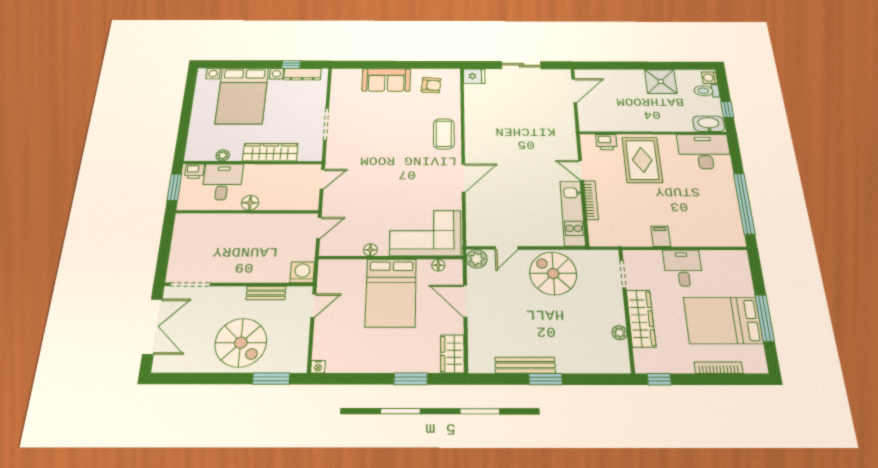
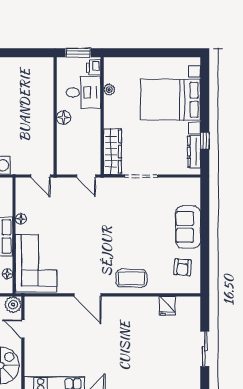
fridge: (474, 76) -> (167, 306), moved
wardrobe: (270, 152) -> (112, 152), moved

